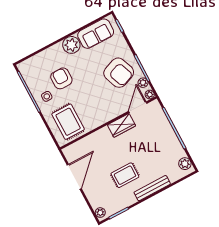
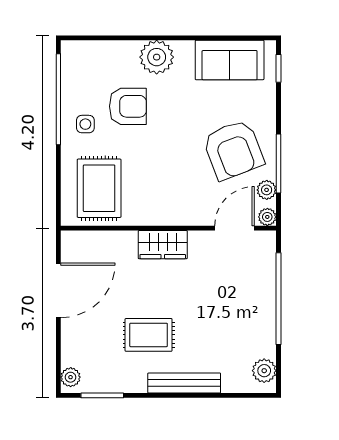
plant: (71, 45) -> (157, 57), moved
armchair: (61, 78) -> (128, 106), turned 90
wardrobe: (121, 125) -> (163, 245), moved

